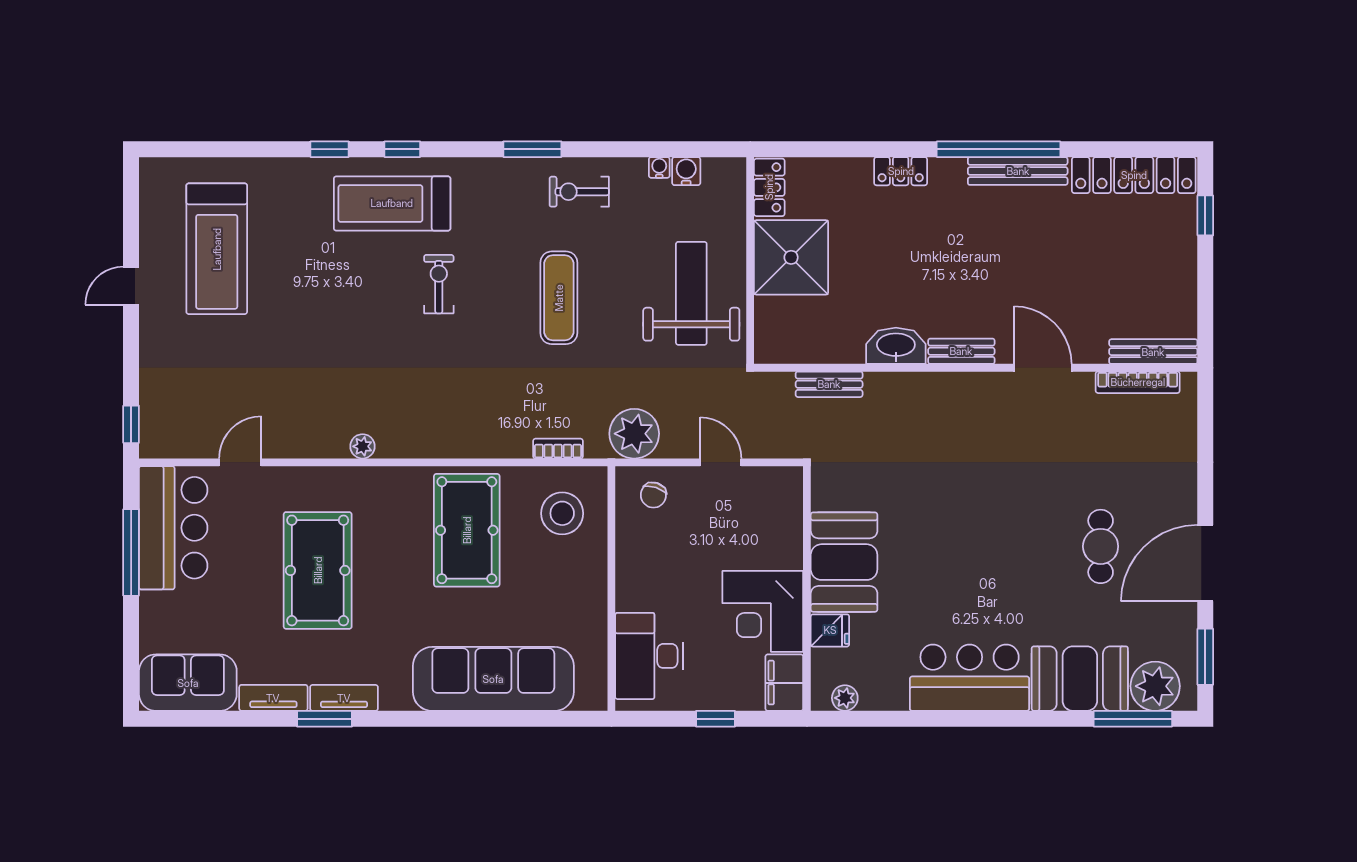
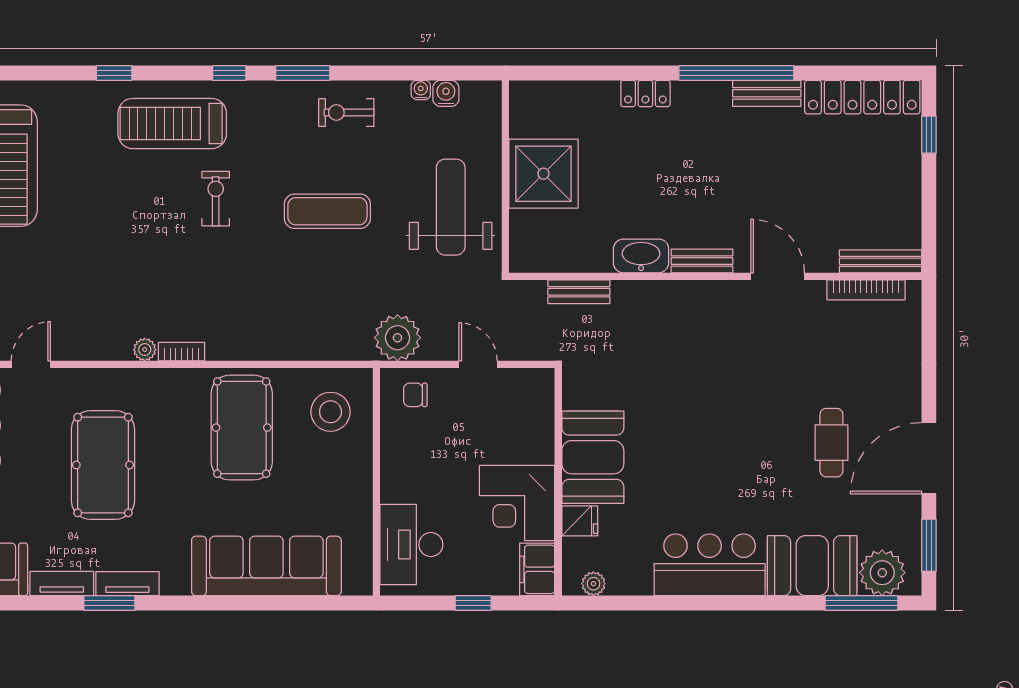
window: (402, 149) -> (229, 73), moved
bench: (1018, 171) -> (767, 93), width x0.73
locker: (769, 187) -> (523, 109), removed
exercise mat: (559, 298) -> (327, 211), turned 90
bookcase: (558, 449) -> (181, 352), moved
chair: (653, 495) -> (415, 395), turned 72

